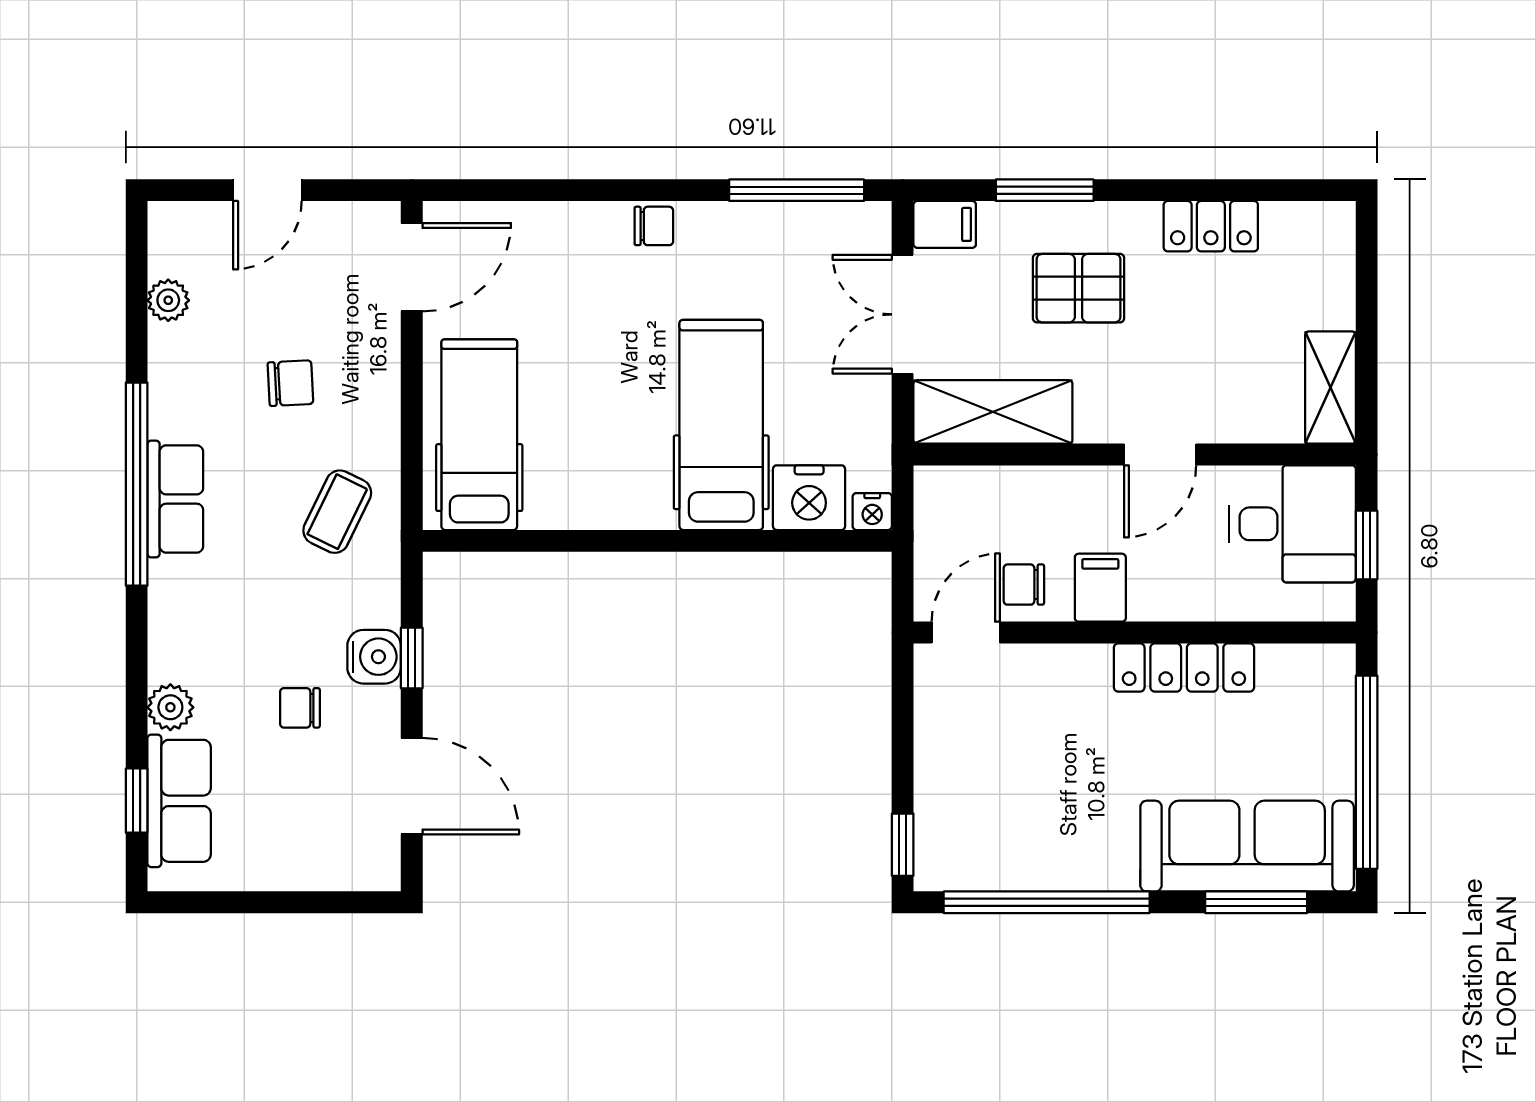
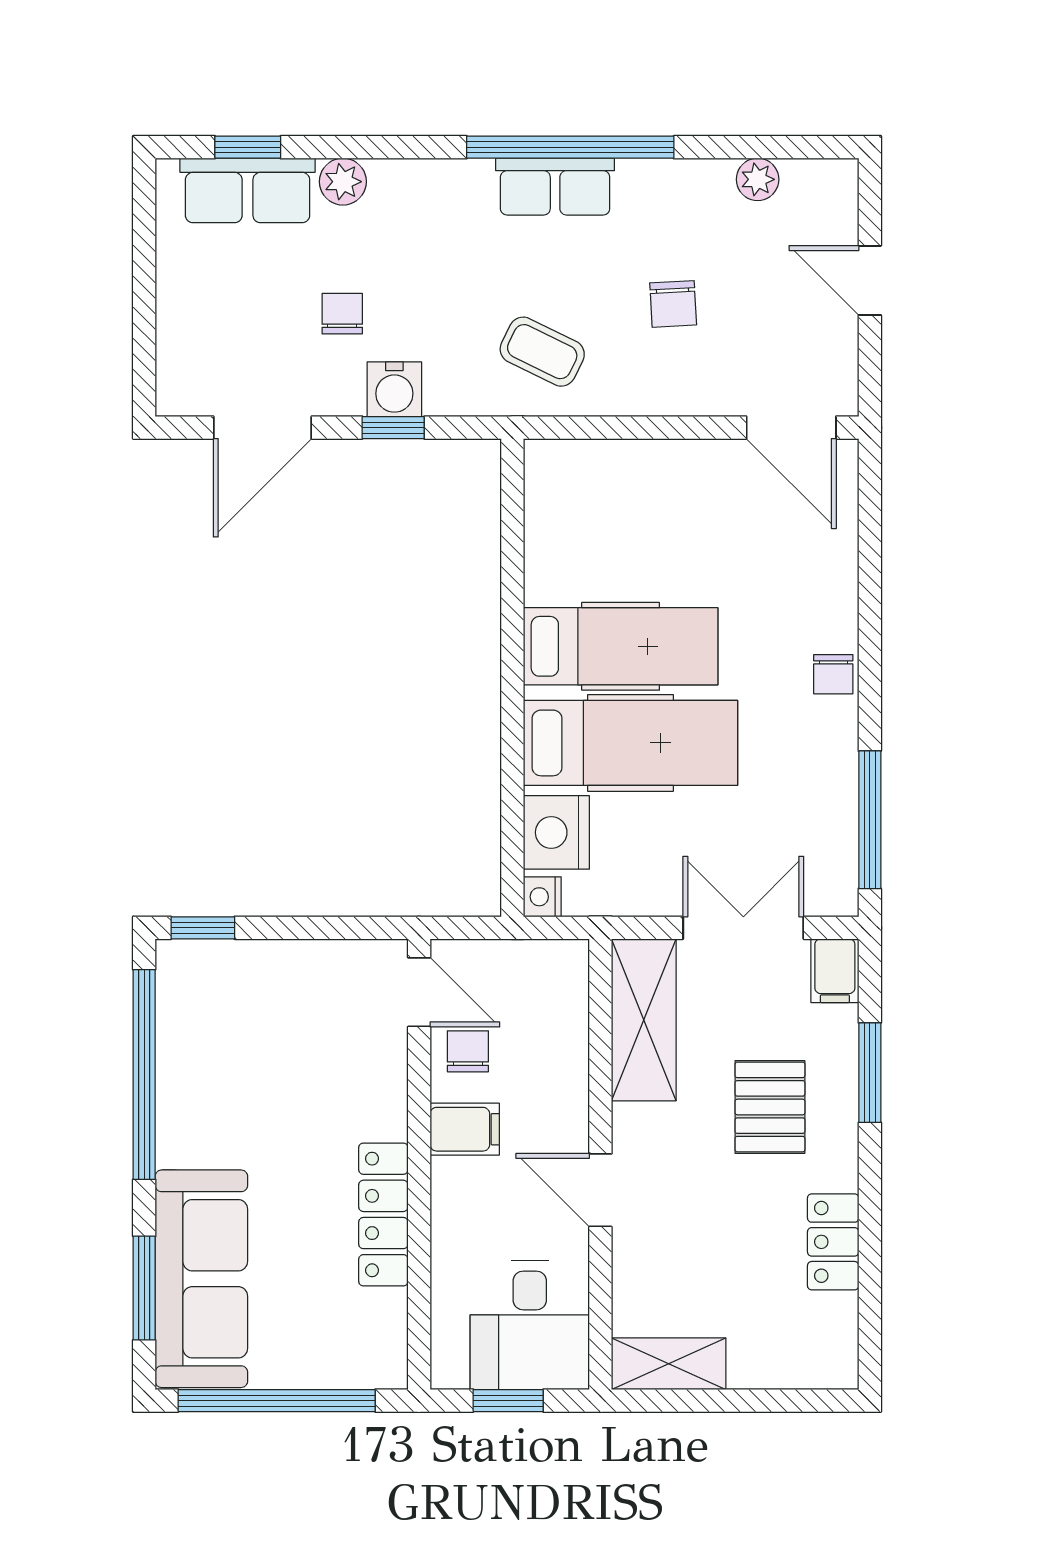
hospital bed: (479, 435) -> (621, 646), moved

